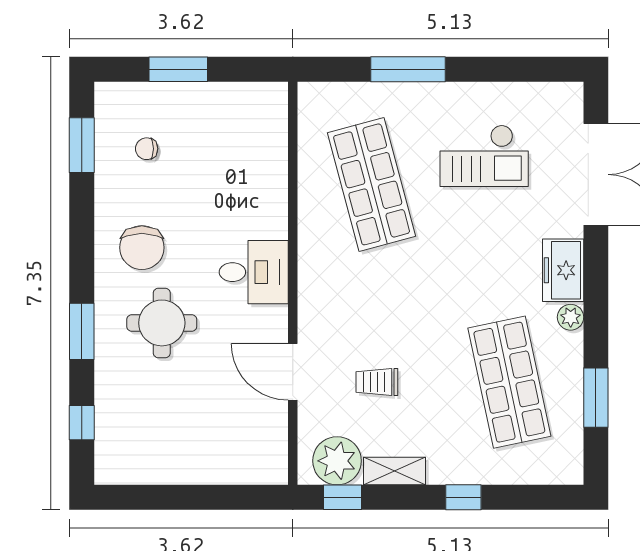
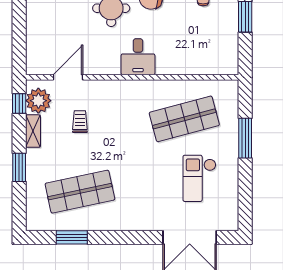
freezer: (563, 270) -> (139, 220), removed
plant: (571, 317) -> (114, 224), removed
door: (293, 372) -> (68, 77), moved
window: (463, 497) -> (19, 167), width x1.50

